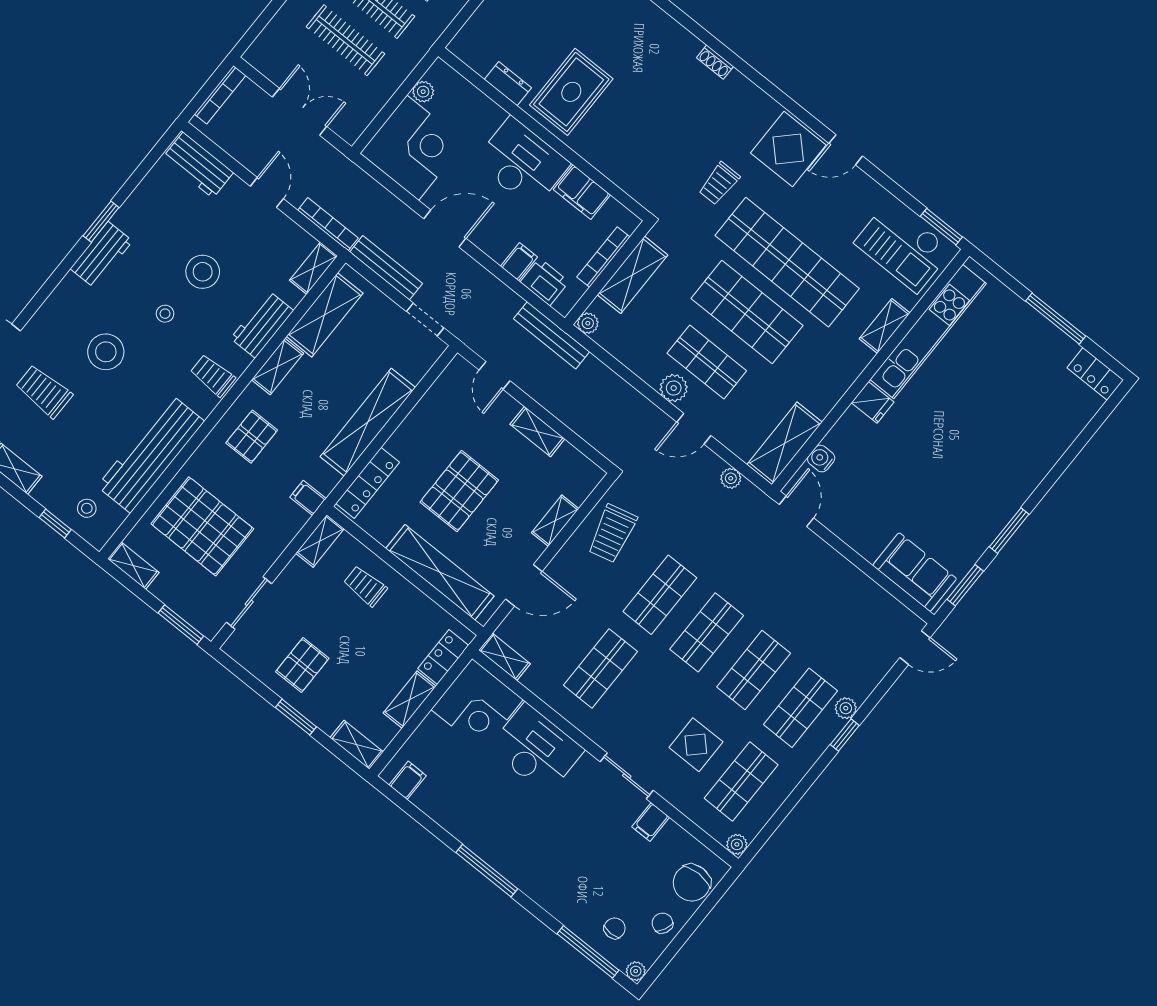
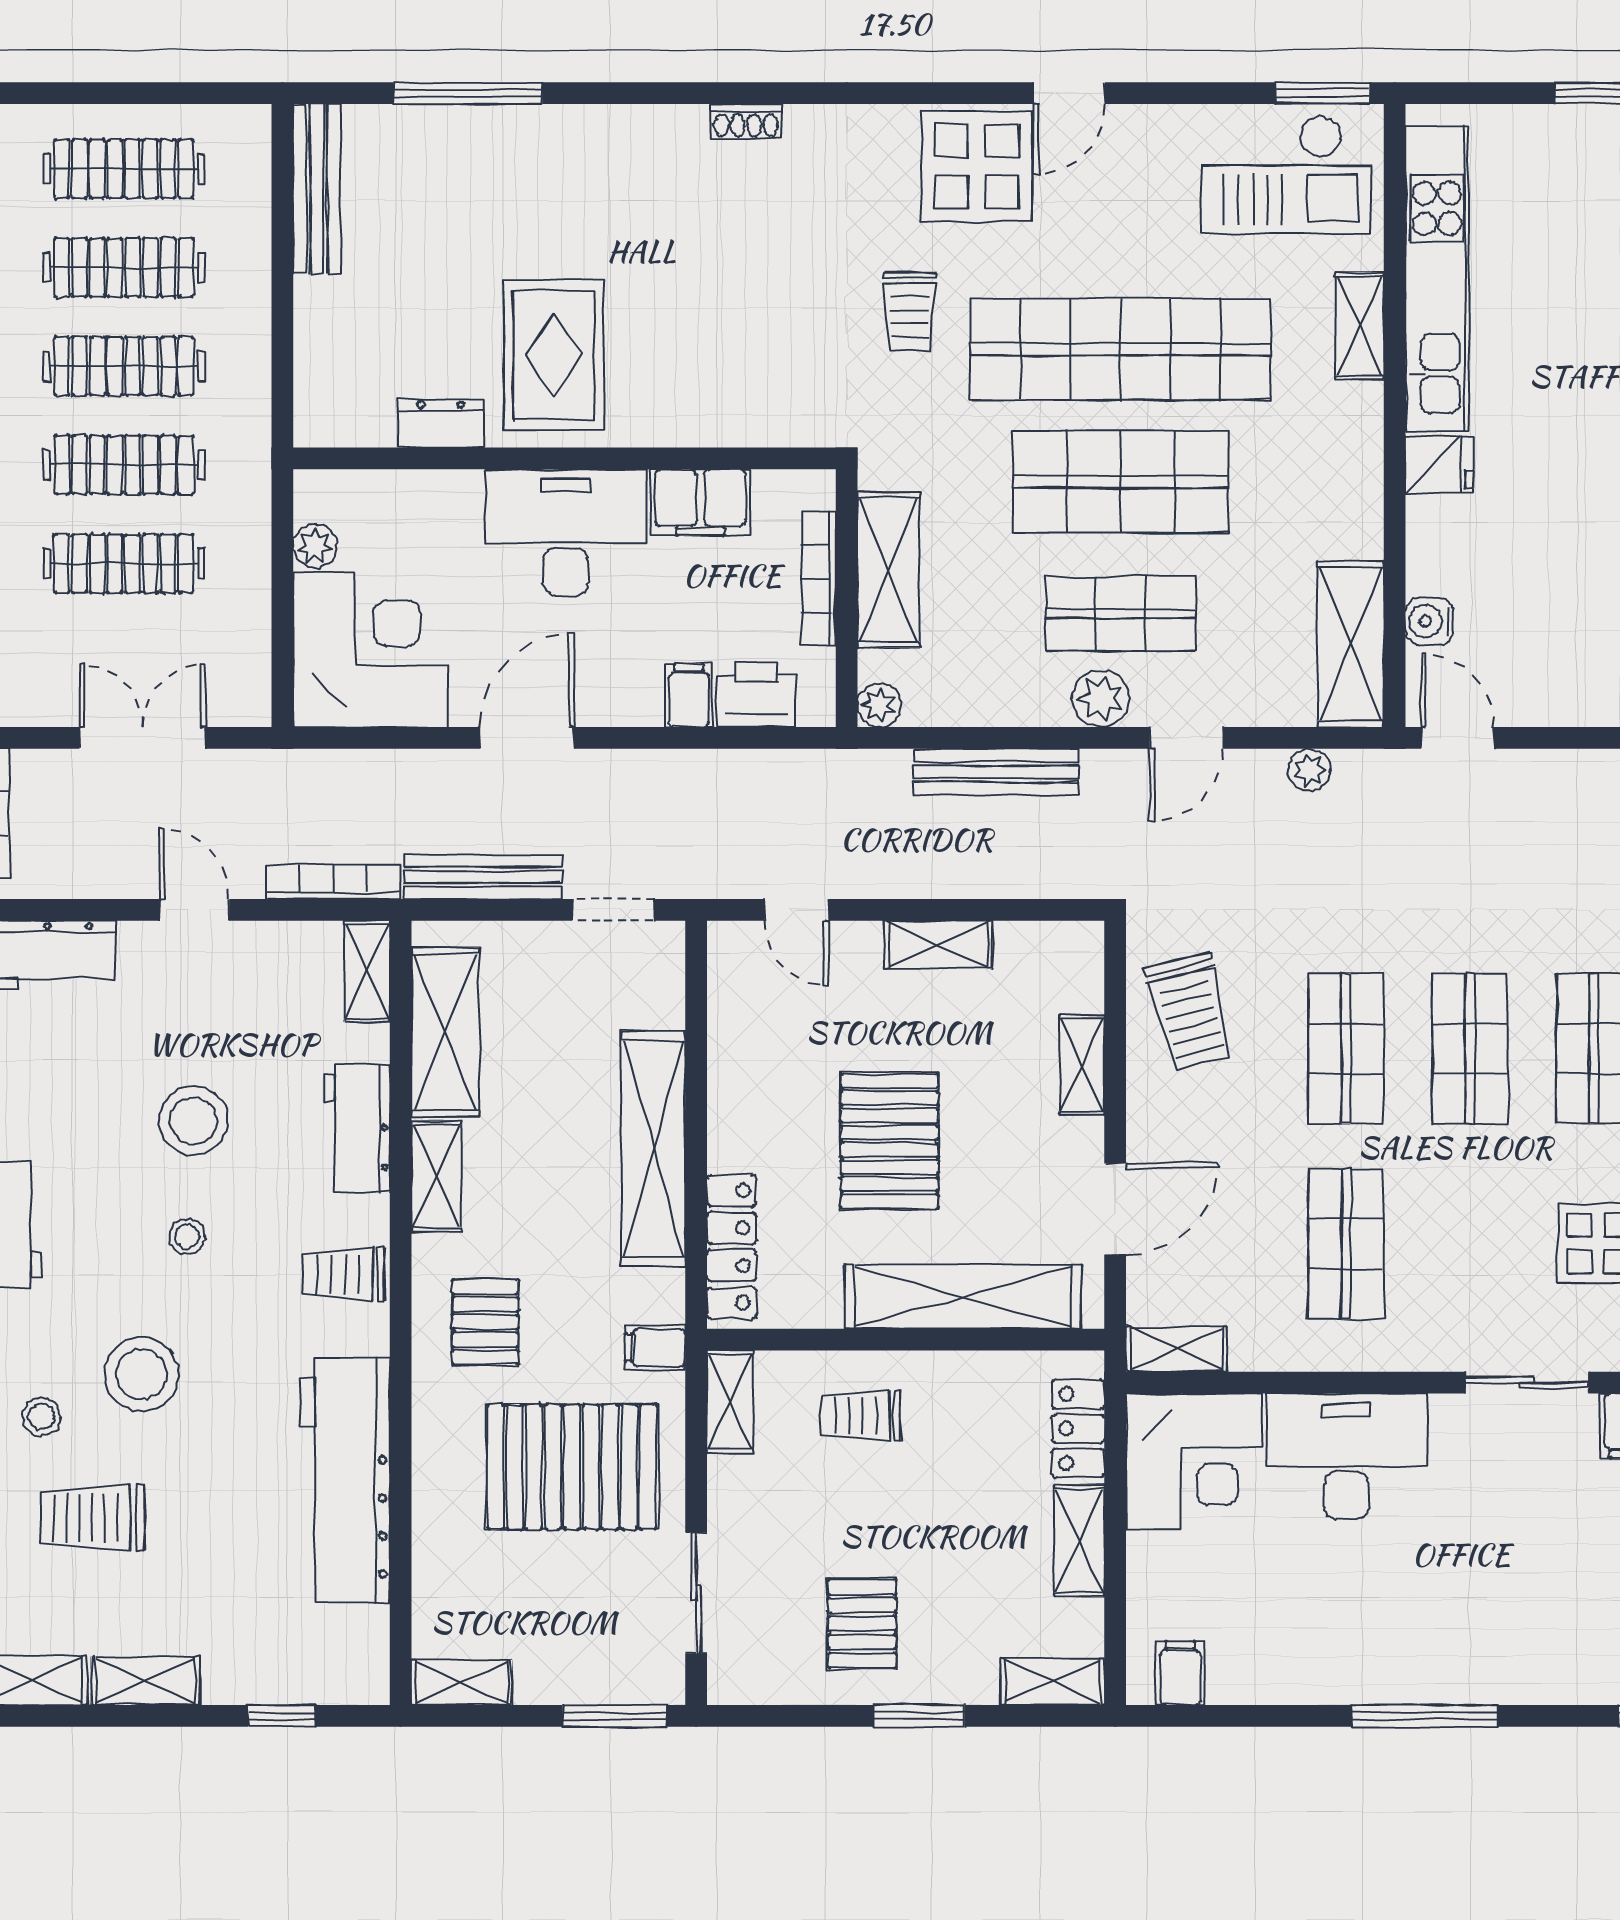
bench: (551, 335) -> (996, 772), moved
stool: (87, 508) -> (42, 1417), moved
pallet: (202, 526) -> (572, 1467), moved

